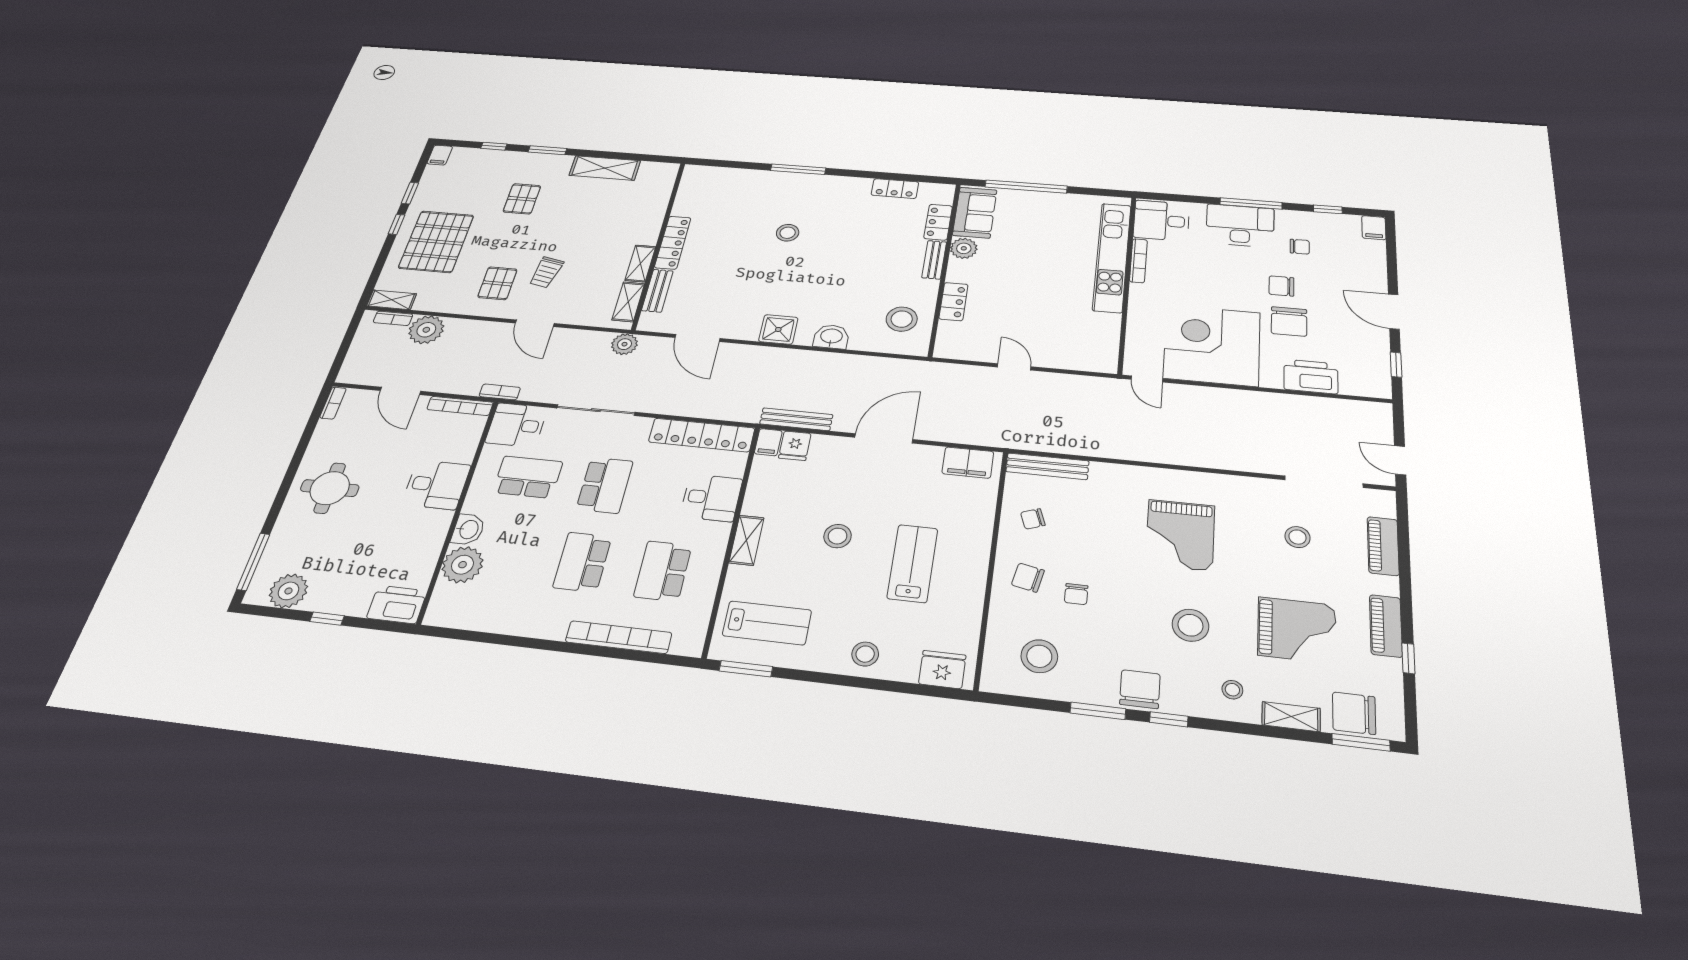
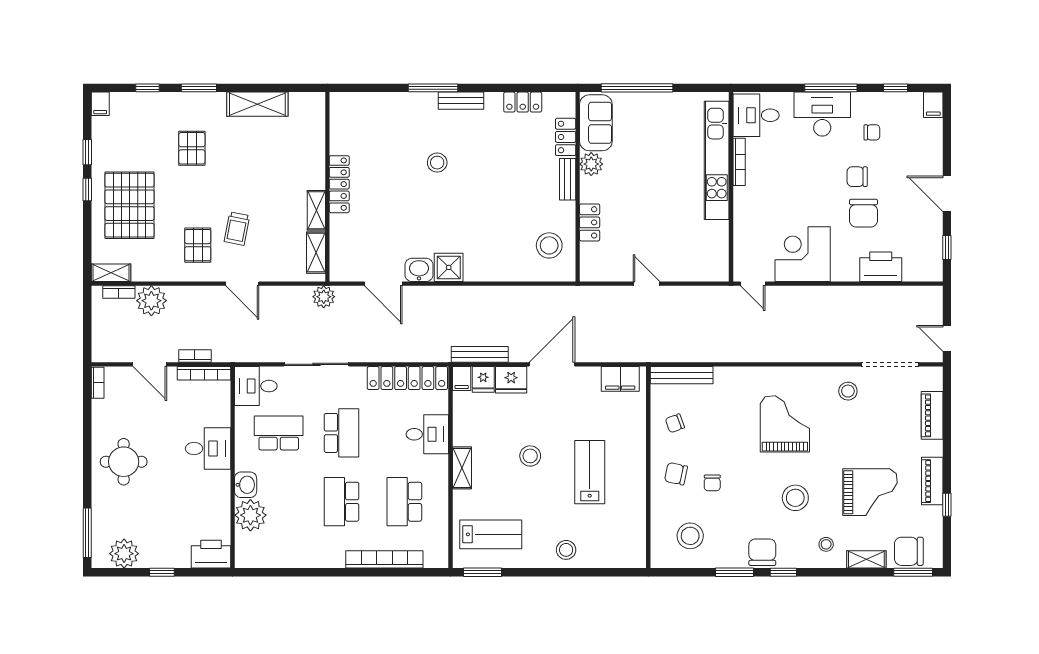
bench: (657, 291) -> (461, 101), moved, turned 90
washbasin: (831, 337) -> (419, 270), moved
corner desk: (1212, 345) -> (803, 254), width x0.74, depth x0.74
bookcase: (500, 392) -> (195, 356), moved
grand piano: (1180, 535) -> (785, 424), turned 180
stool: (1298, 537) -> (848, 391), moved
fridge: (942, 670) -> (511, 380), moved, turned 180

